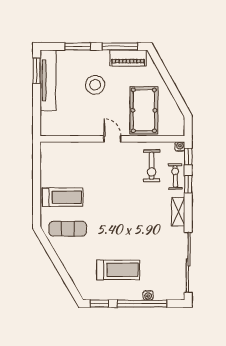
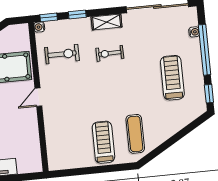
exercise bike: (175, 176) -> (110, 53), moved
water cooler: (148, 295) -> (194, 32), moved

